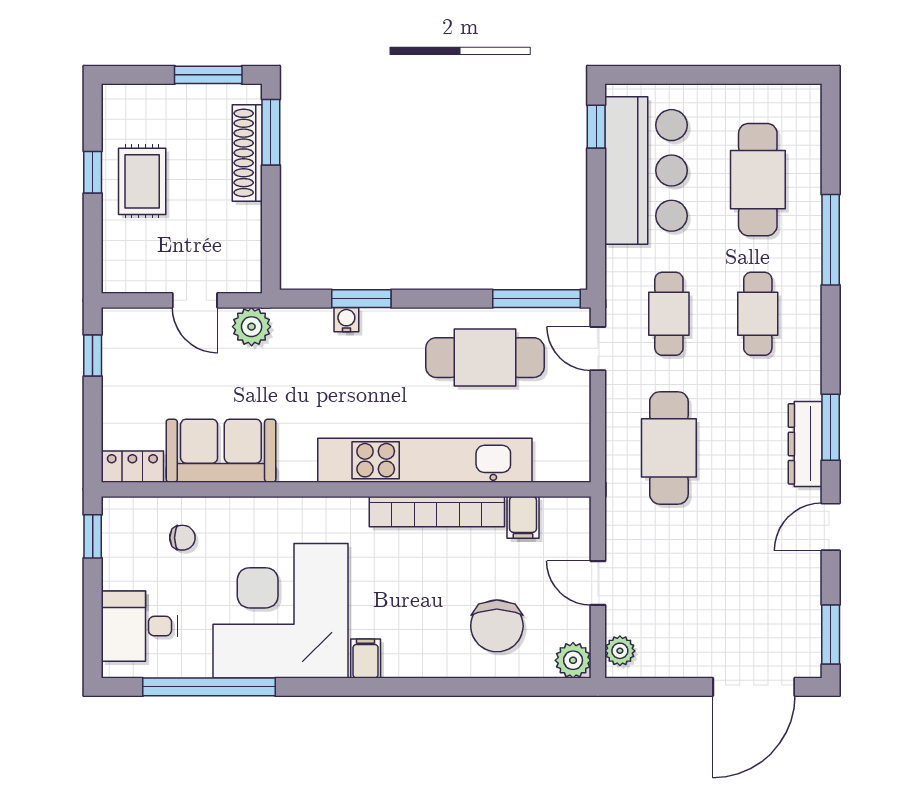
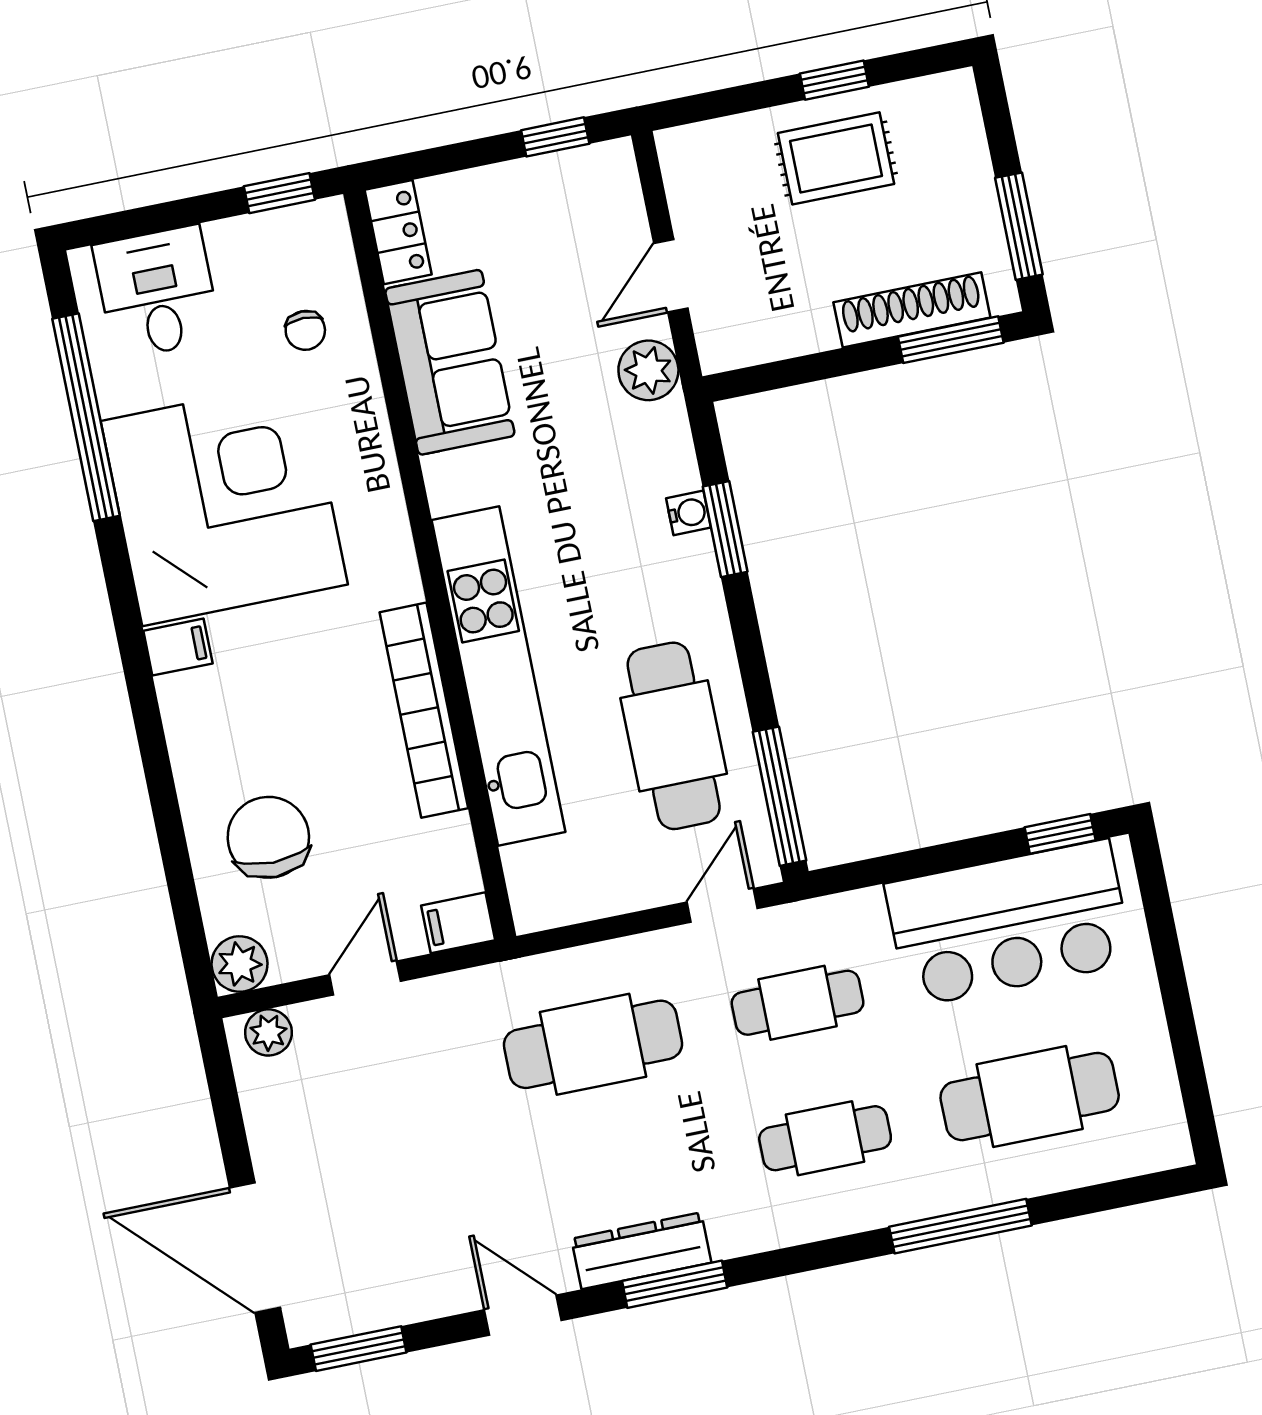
filing cabinet: (523, 517) -> (458, 923), moved
chair: (497, 626) -> (268, 837), turned 90

